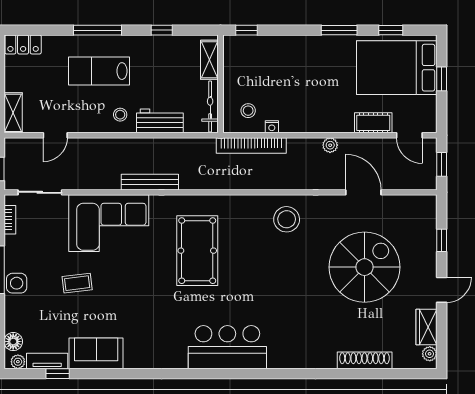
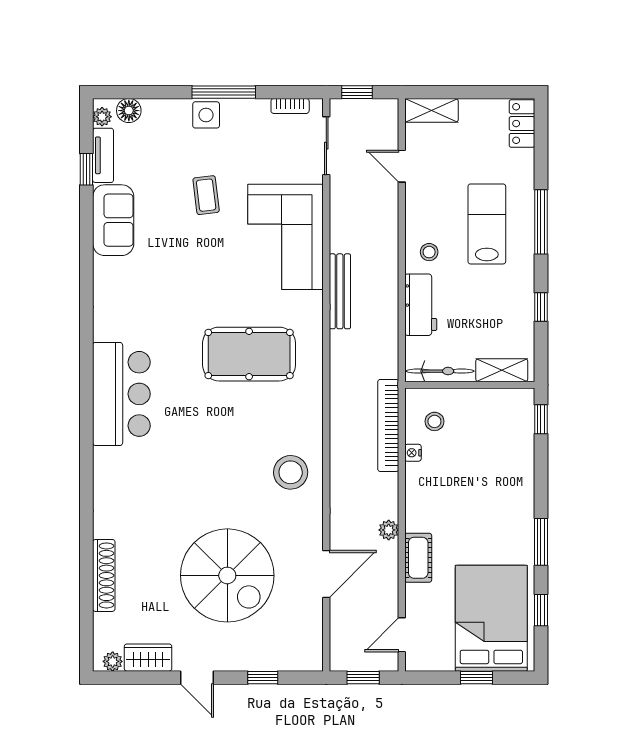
cot: (373, 123) -> (418, 558), moved

